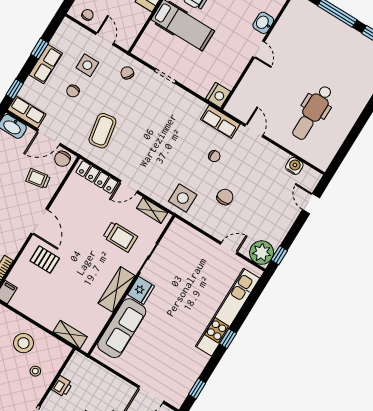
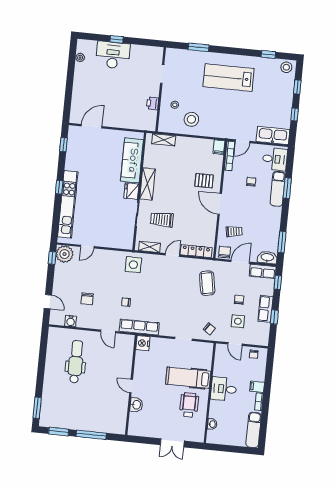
row of seats: (220, 122) -> (139, 327), width x1.48
chair: (225, 197) -> (87, 299), moved

